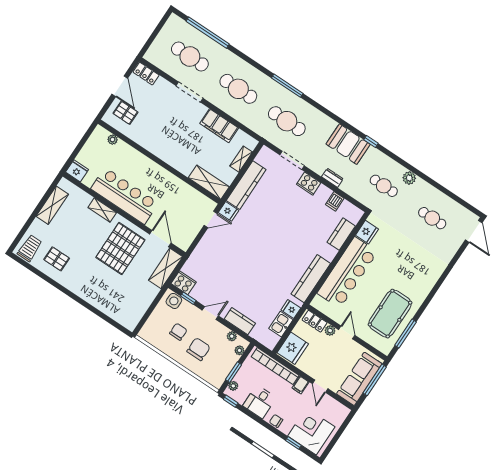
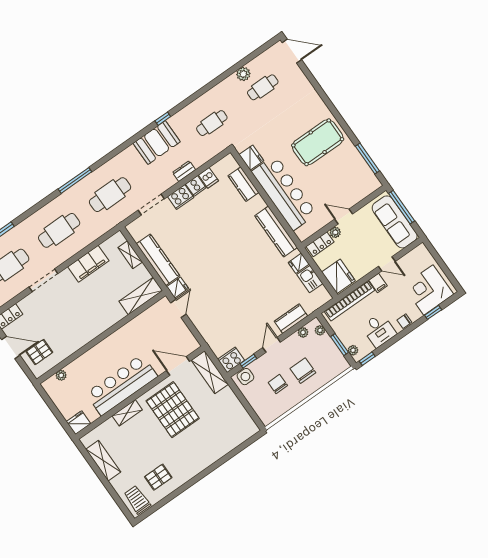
plant: (409, 178) -> (243, 74), moved
cooker: (323, 193) -> (196, 186), added
pool table: (390, 314) -> (318, 142), moved, turned 90

